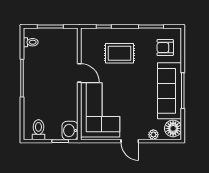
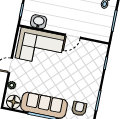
rug: (120, 53) -> (82, 71), removed
washbasin: (70, 131) -> (39, 22), moved

